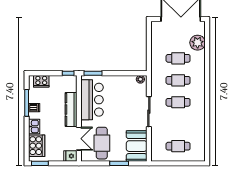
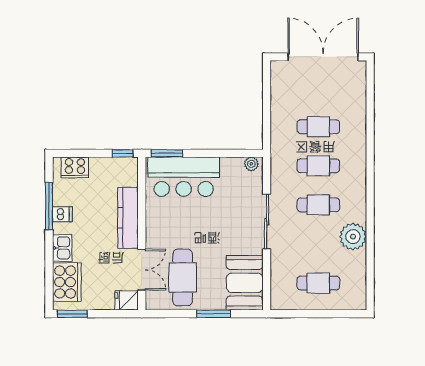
plant: (198, 43) -> (353, 237), moved
bar counter: (92, 100) -> (184, 177), moved, turned 90

